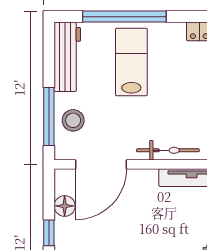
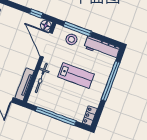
lab bench: (131, 62) -> (76, 75), moved
floor lamp: (65, 206) -> (46, 25), moved
window: (49, 233) -> (36, 14), moved

